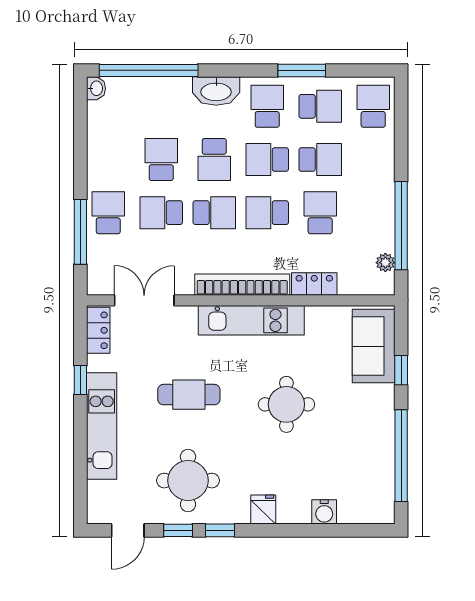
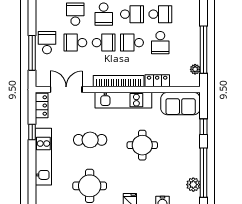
school desk: (267, 159) -> (132, 14), turned 180
school desk: (320, 213) -> (160, 43), turned 180
sofa: (374, 346) -> (181, 104), moved, turned -90
plant: (382, 478) -> (193, 185), added

